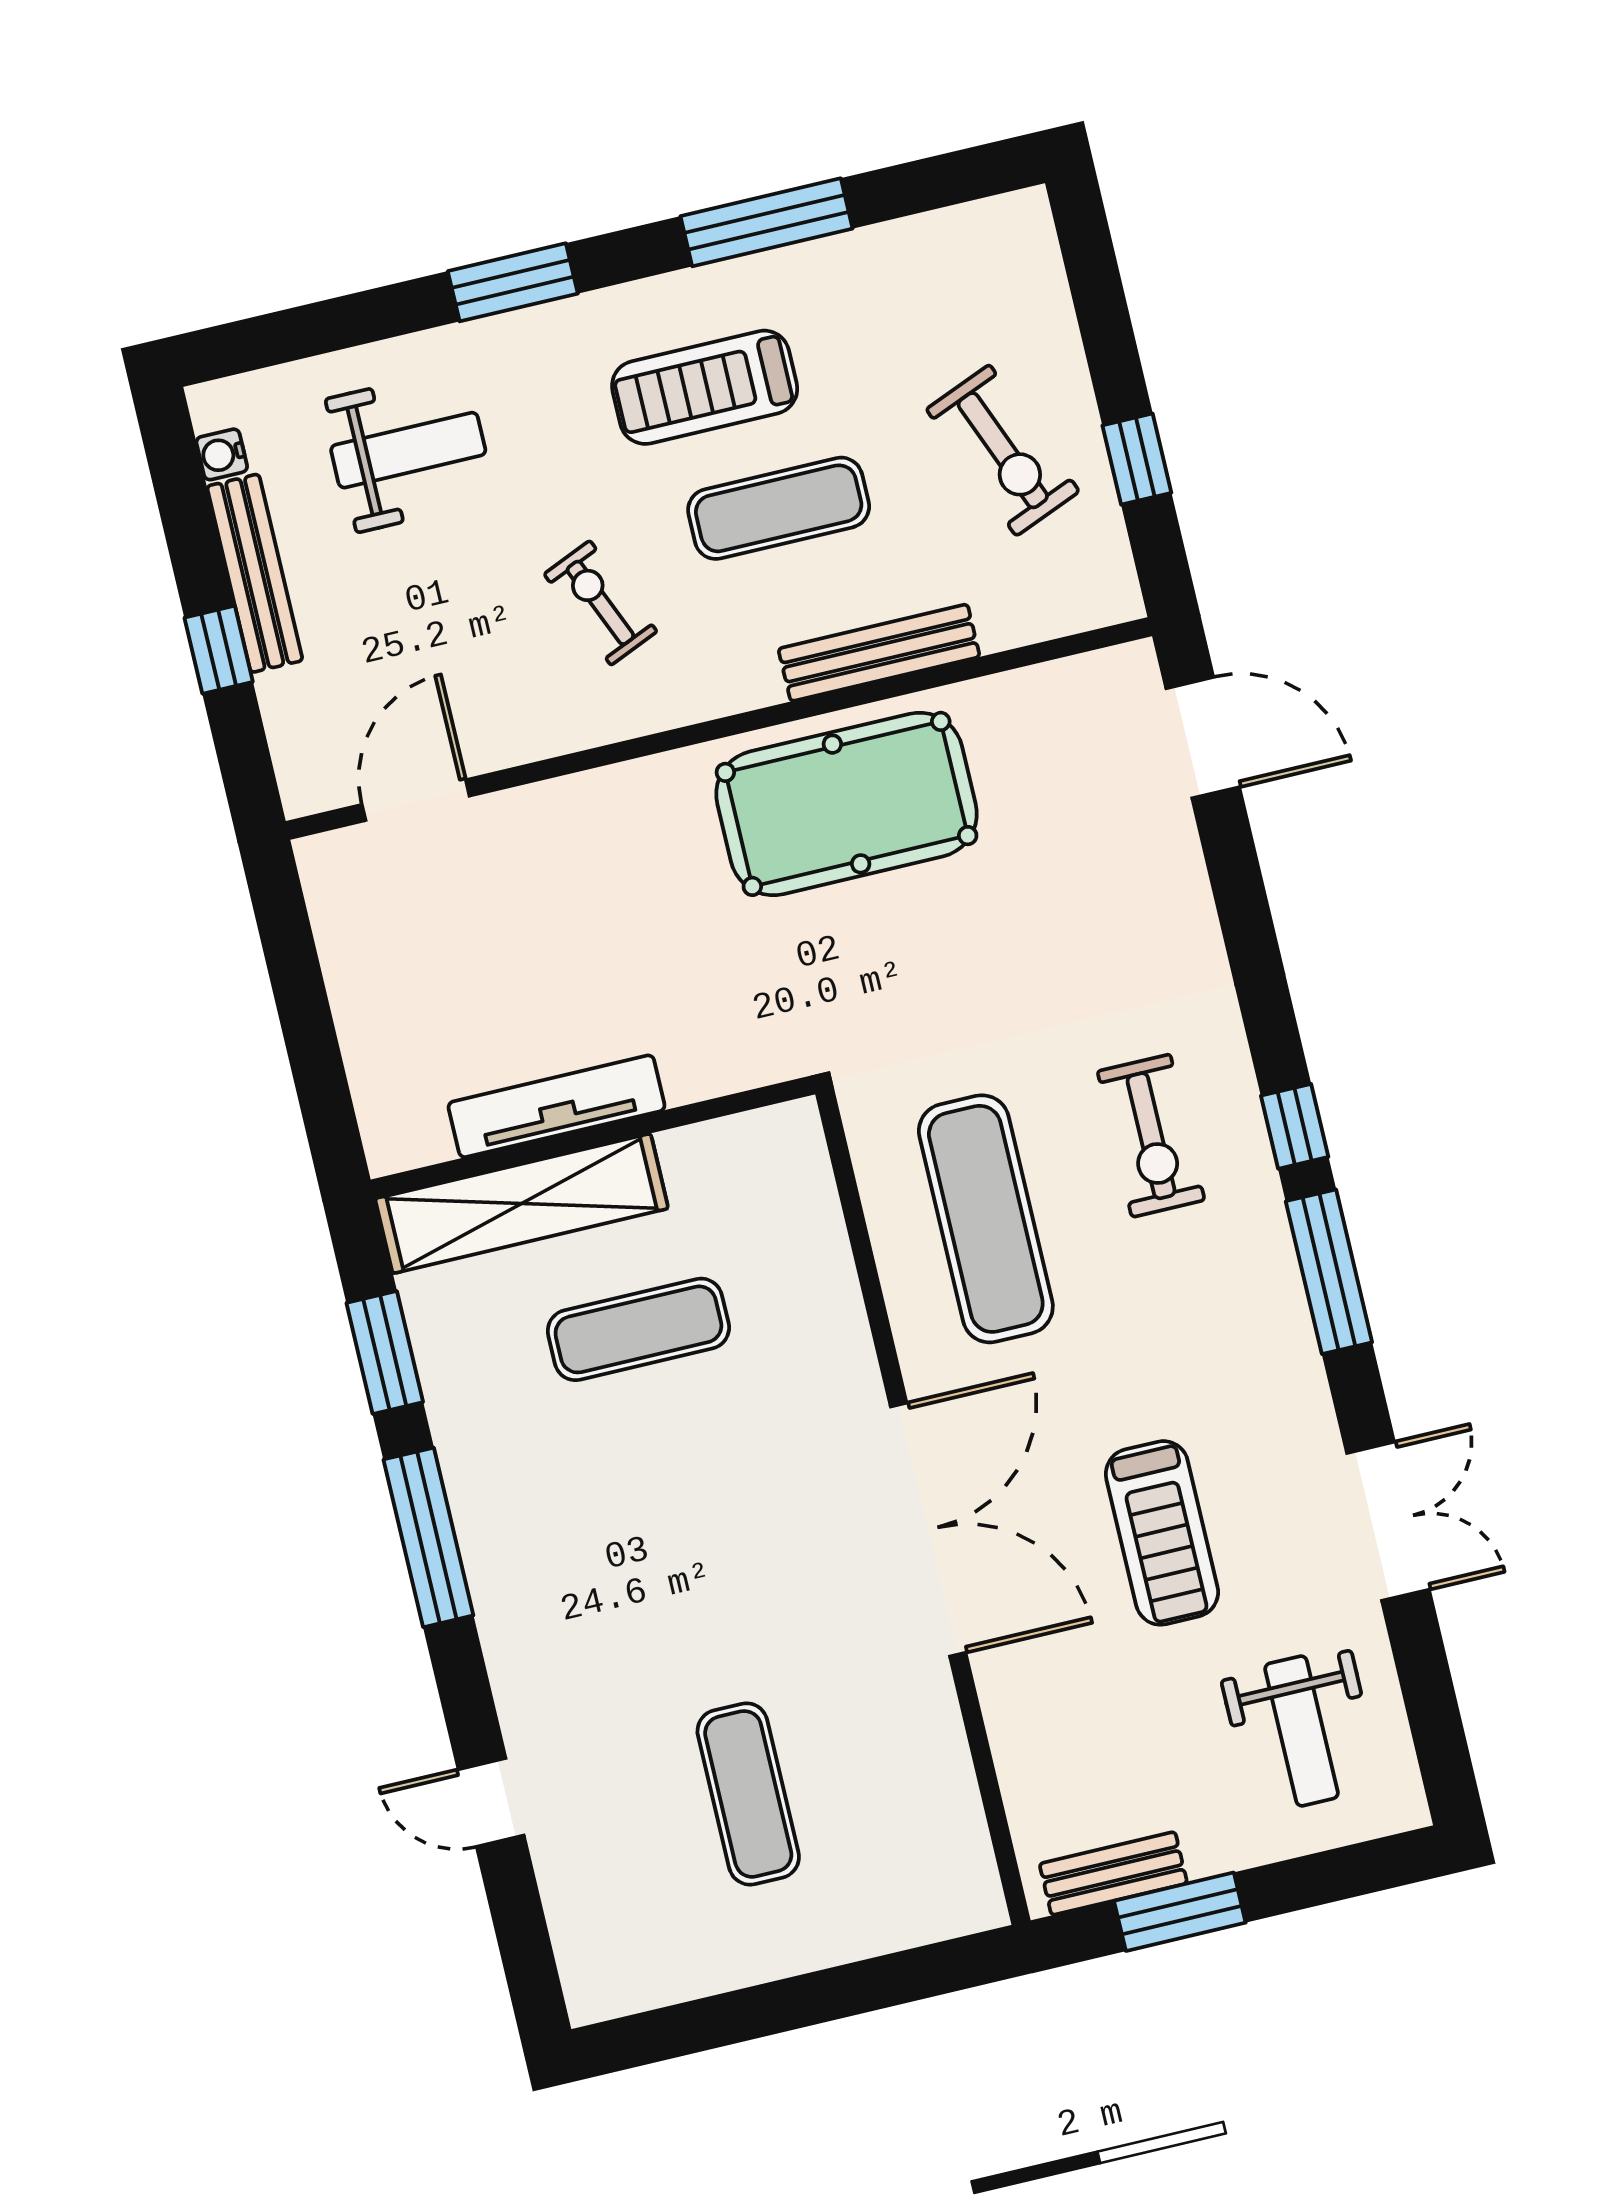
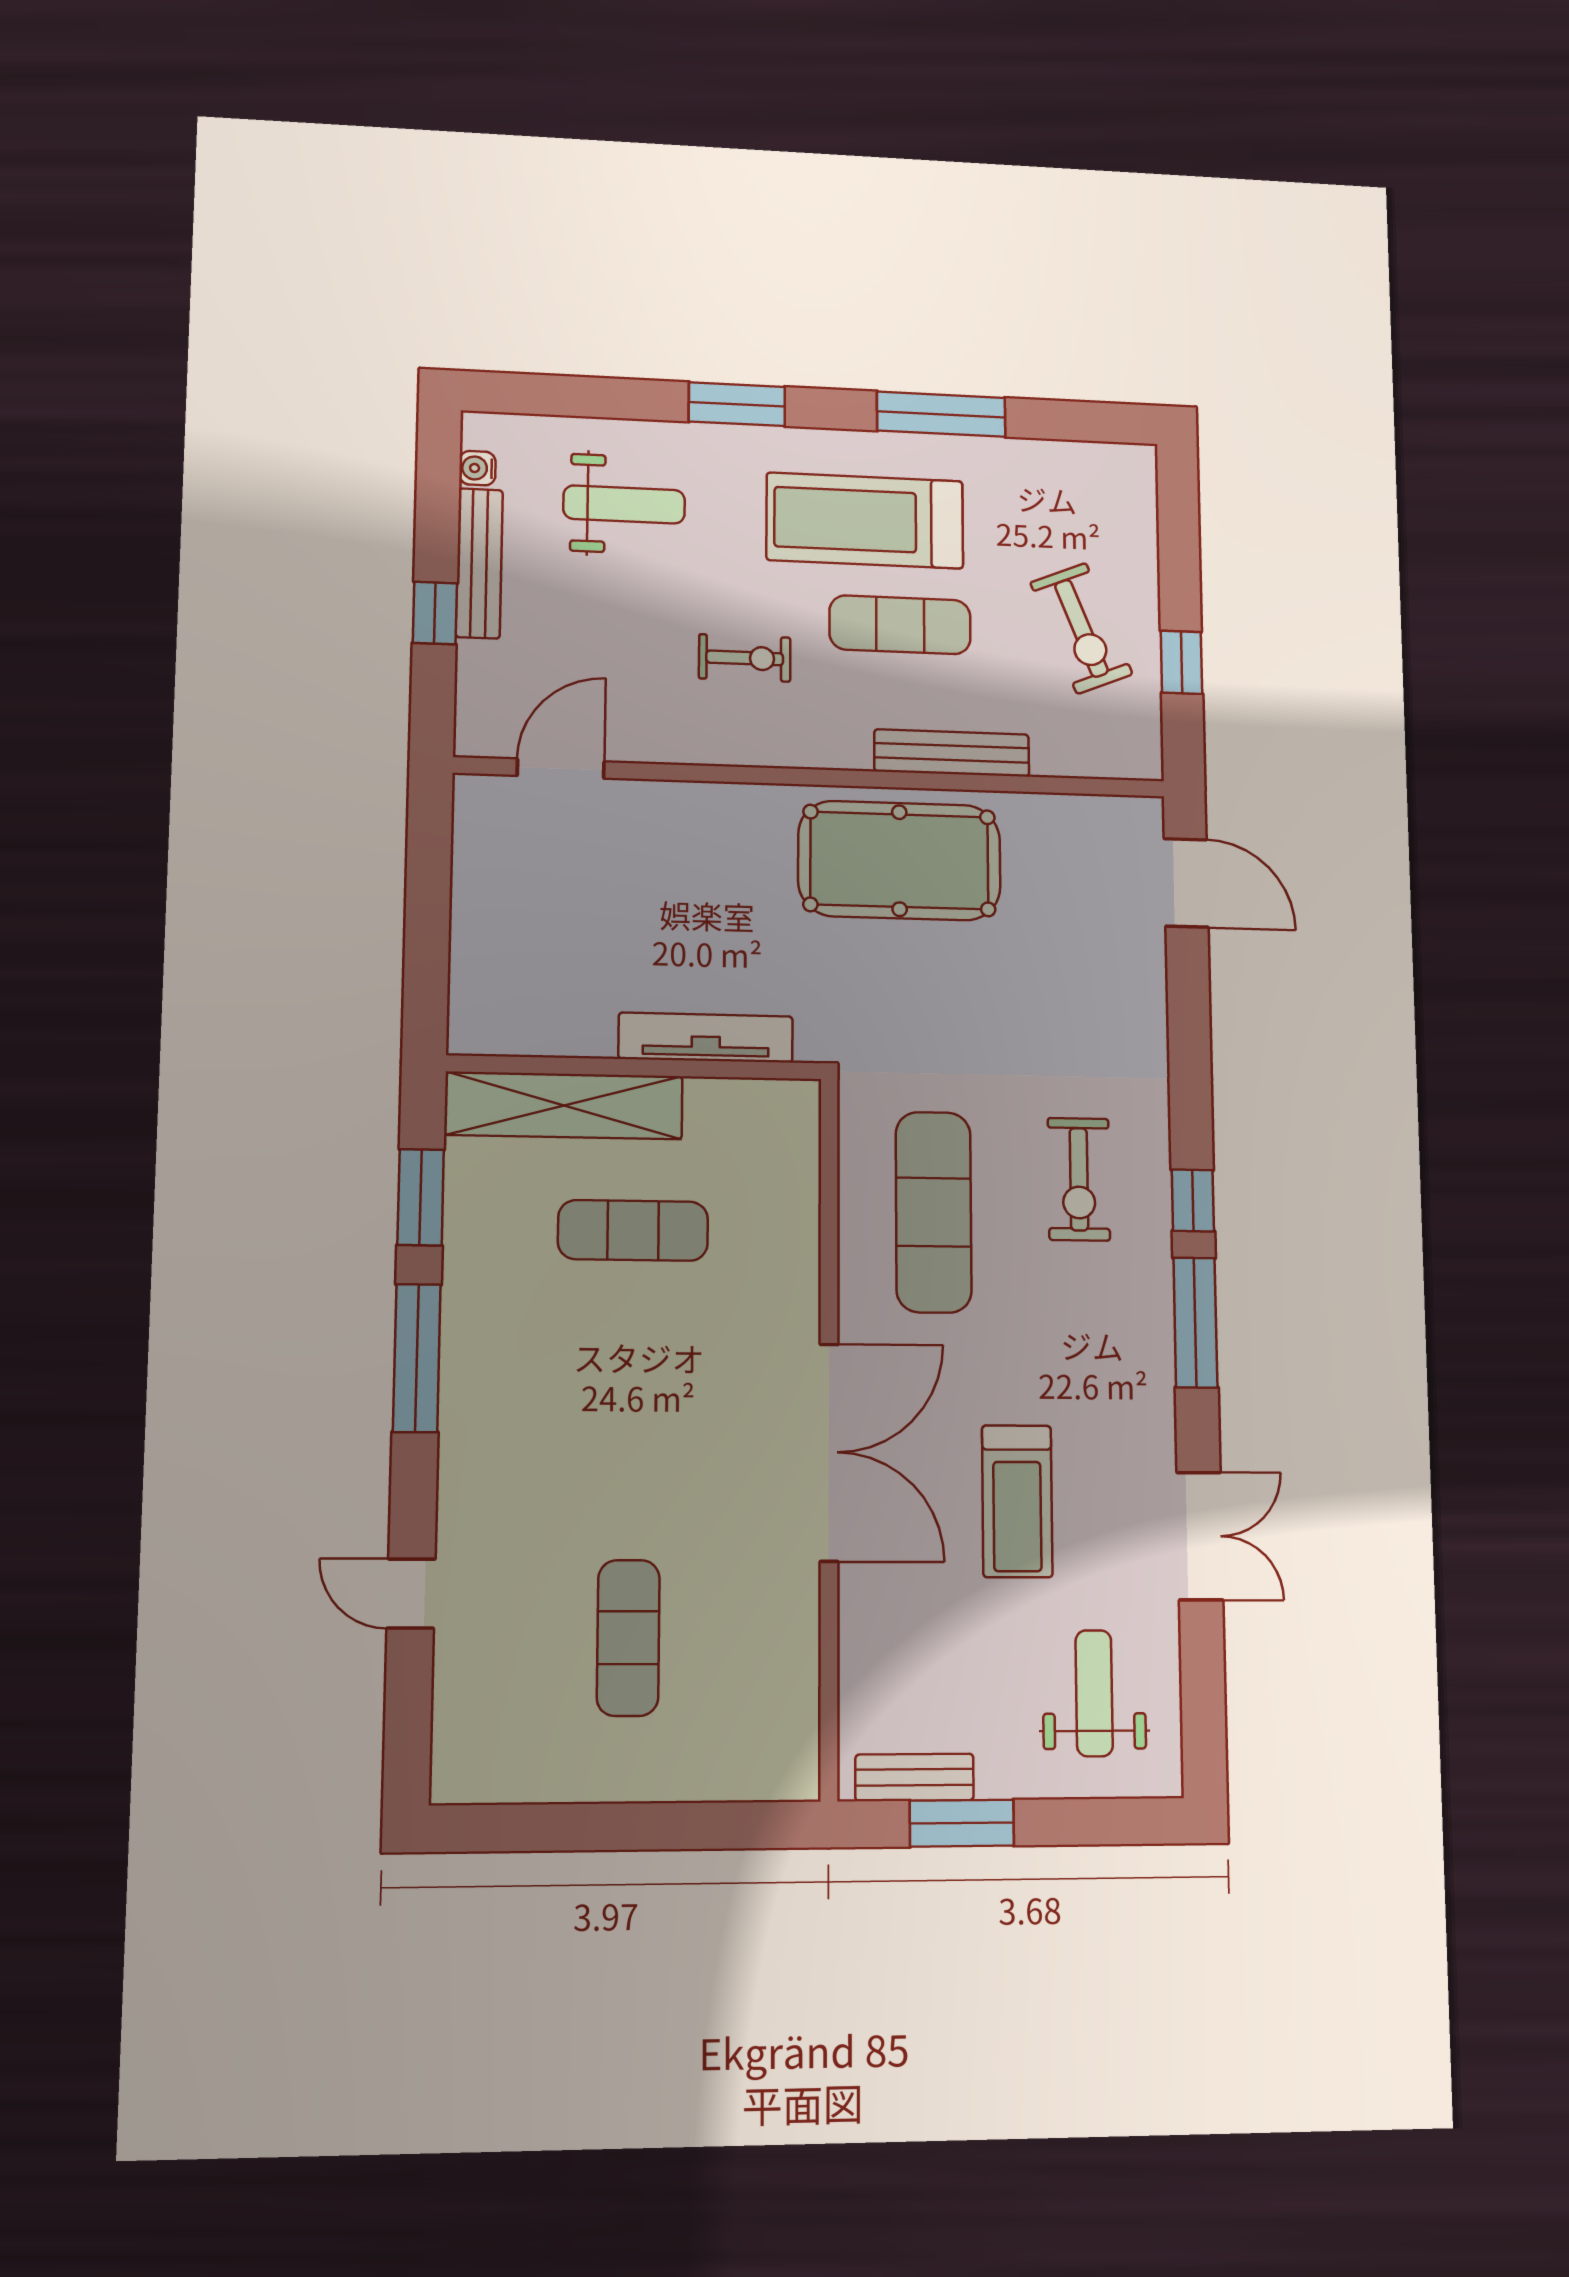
treadmill: (705, 387) -> (865, 521), width x1.37, depth x1.38
exercise bike: (600, 603) -> (745, 658), turned 113
tv unit: (557, 1106) -> (706, 1038), moved
weight bench: (1302, 1731) -> (1094, 1693), turned 180

